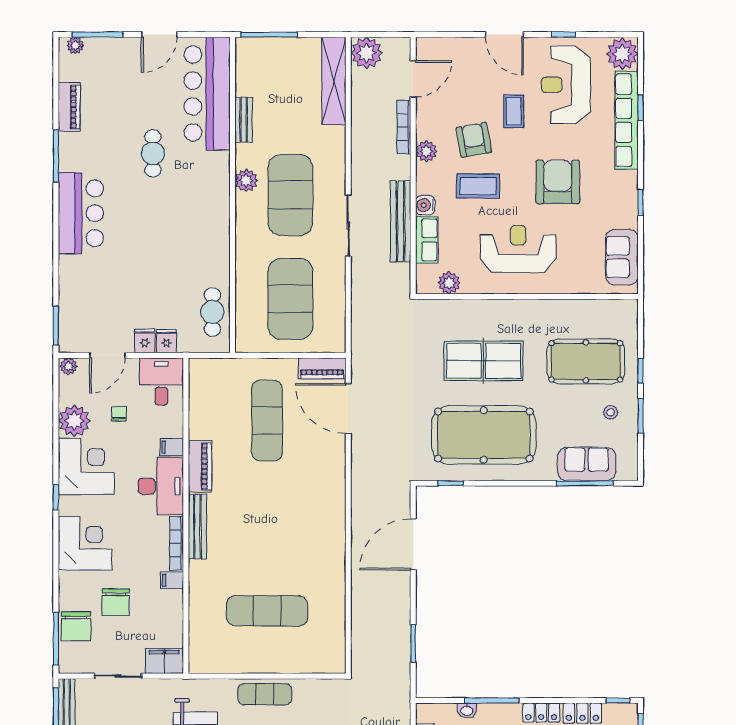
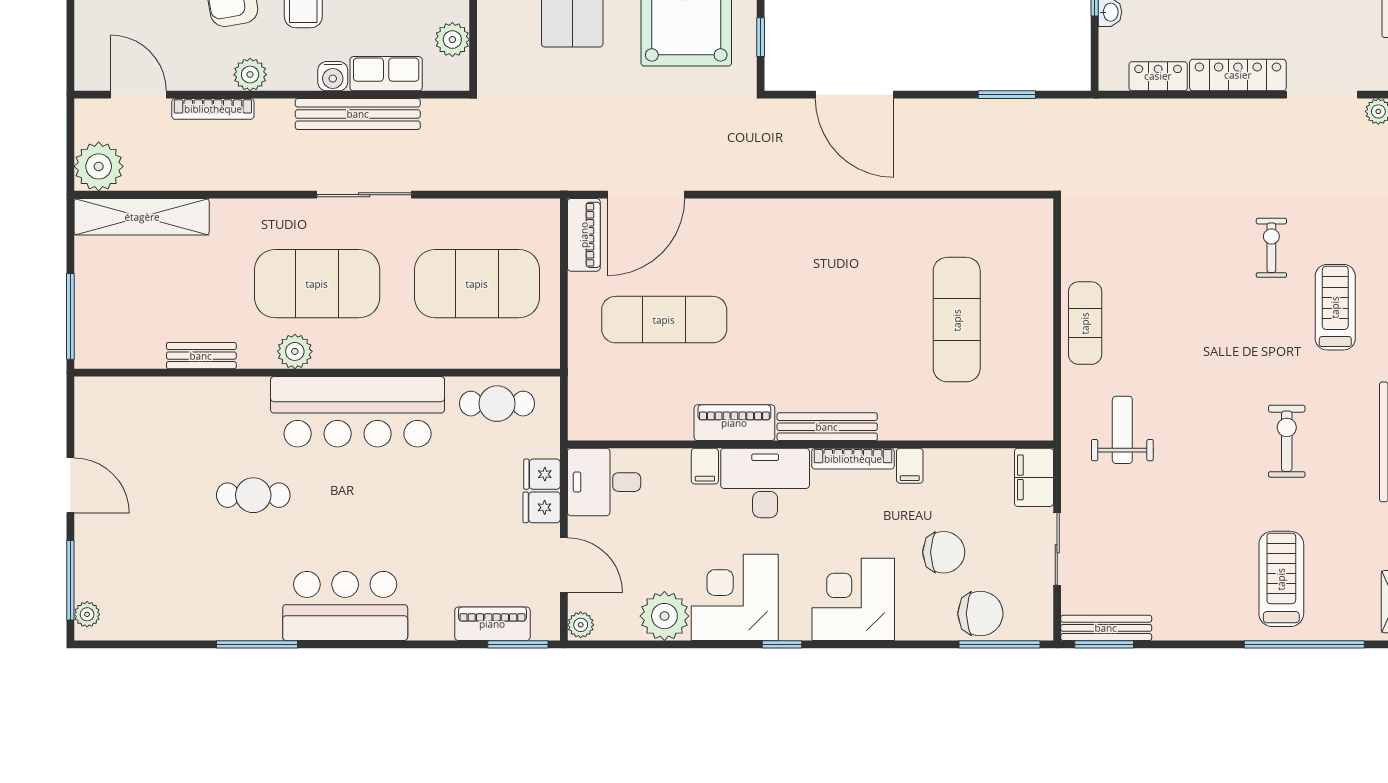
bar counter: (207, 94) -> (358, 412), moved
piano: (69, 107) -> (492, 624), moved
chair: (119, 414) -> (654, 547), removed

